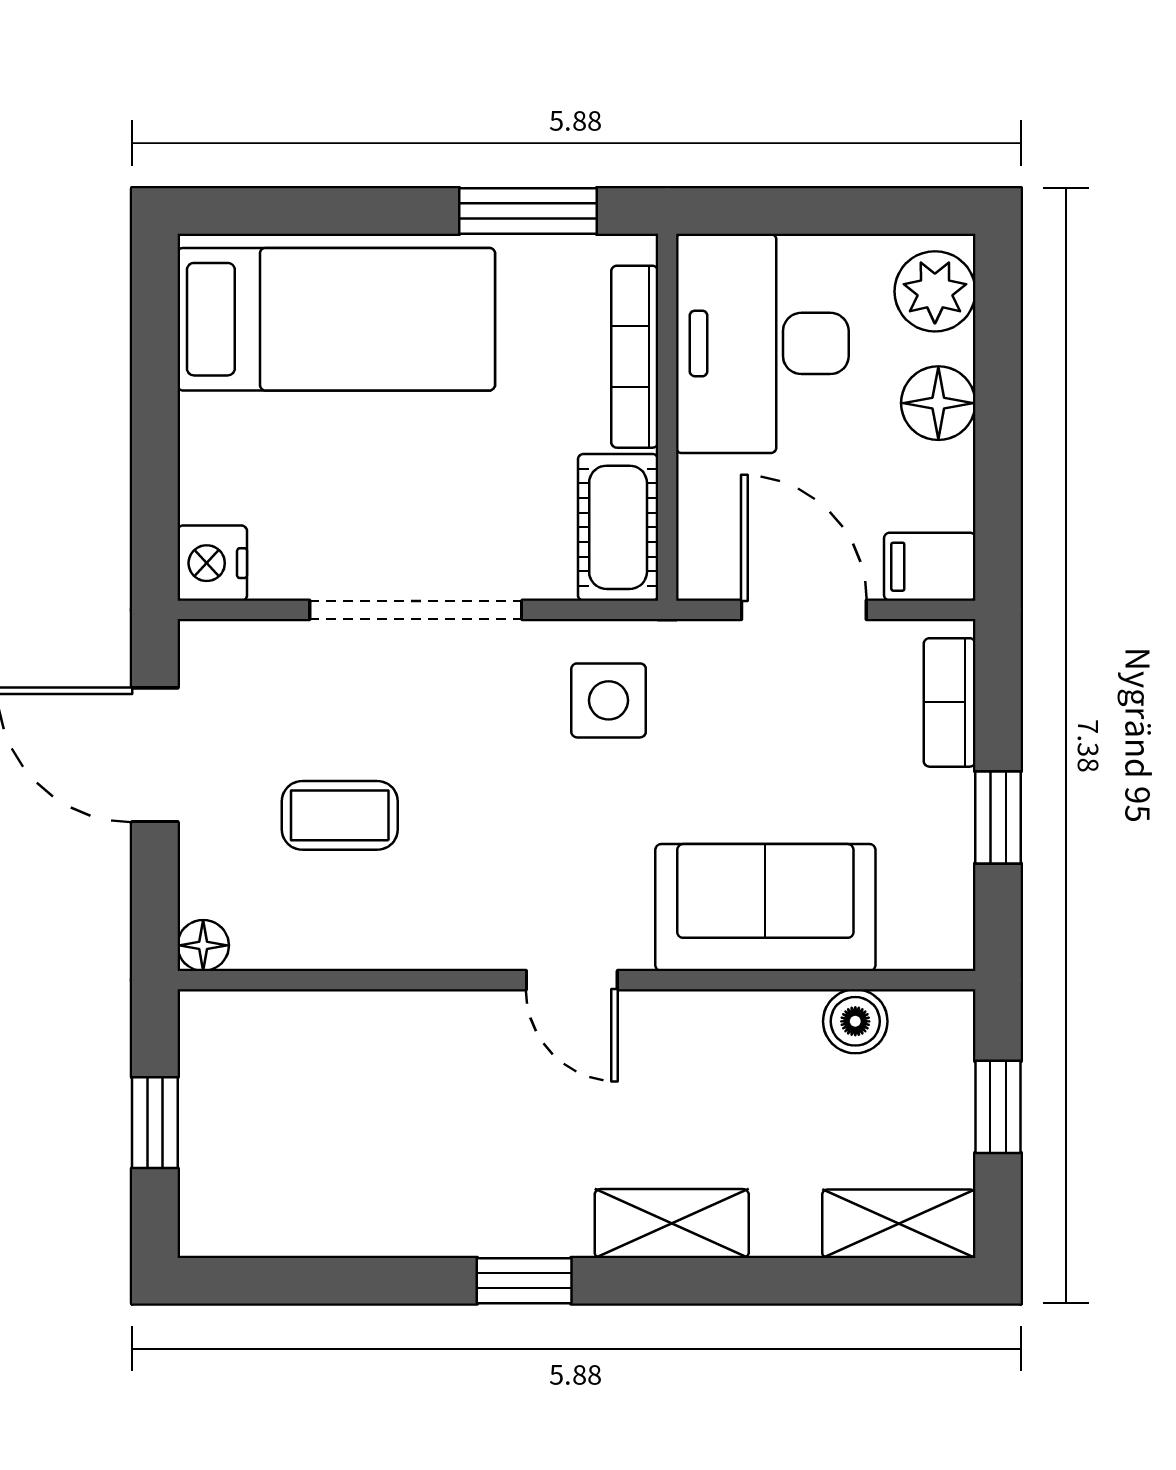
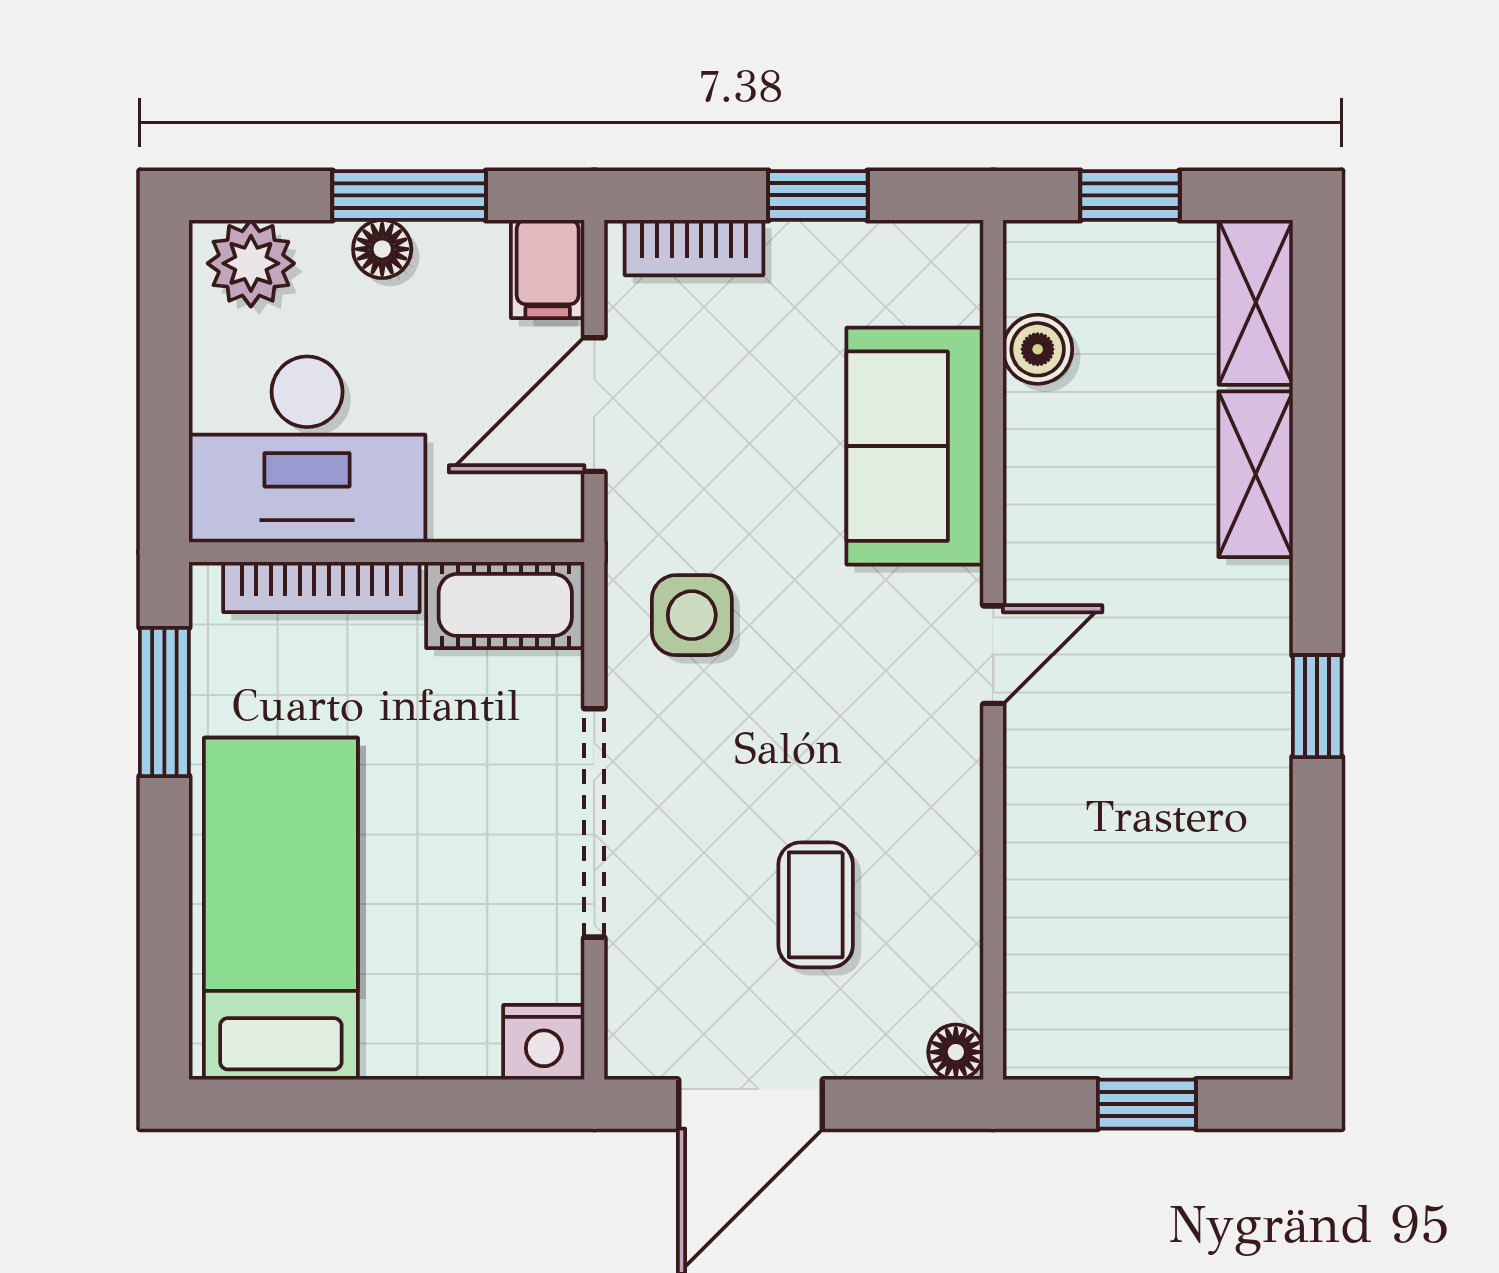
floor lamp: (938, 403) -> (382, 249), width x0.73, depth x0.73
window: (998, 438) -> (409, 195), added
shelving: (672, 1224) -> (1256, 474), moved

